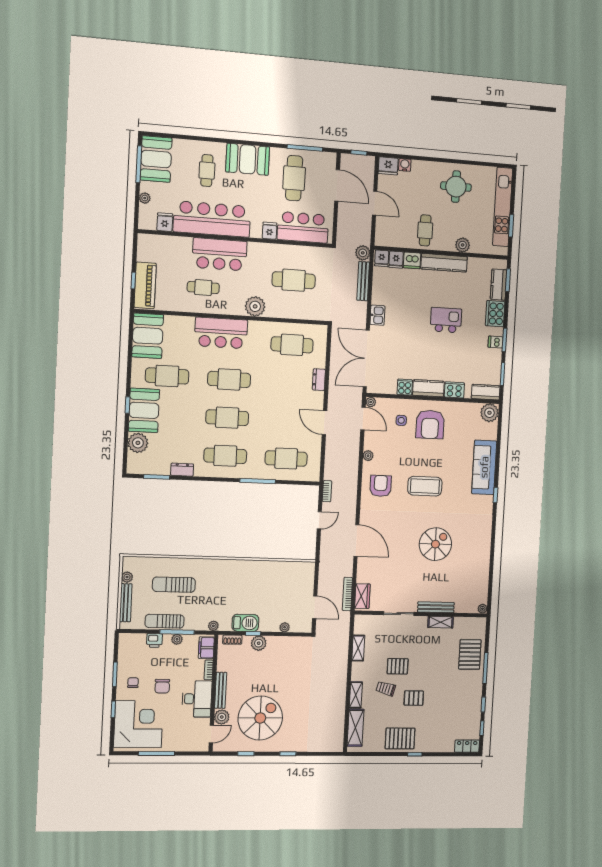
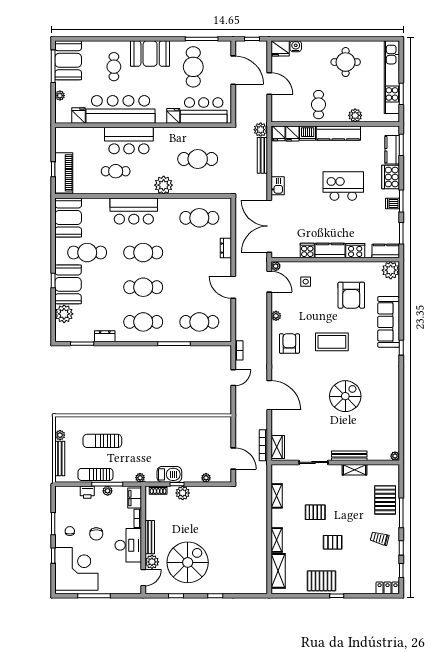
kitchen island: (446, 320) -> (343, 186), width x1.37, depth x1.28
armchair: (430, 424) -> (351, 295), moved
trolley: (386, 689) -> (380, 538), moved

